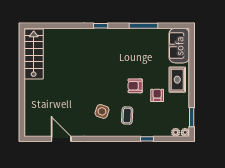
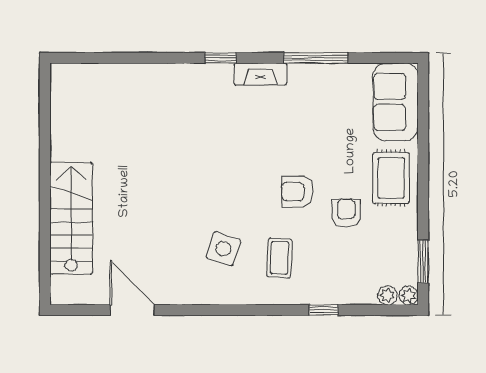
fireplace: (119, 33) -> (260, 74), added
stairs: (34, 54) -> (71, 218), moved

